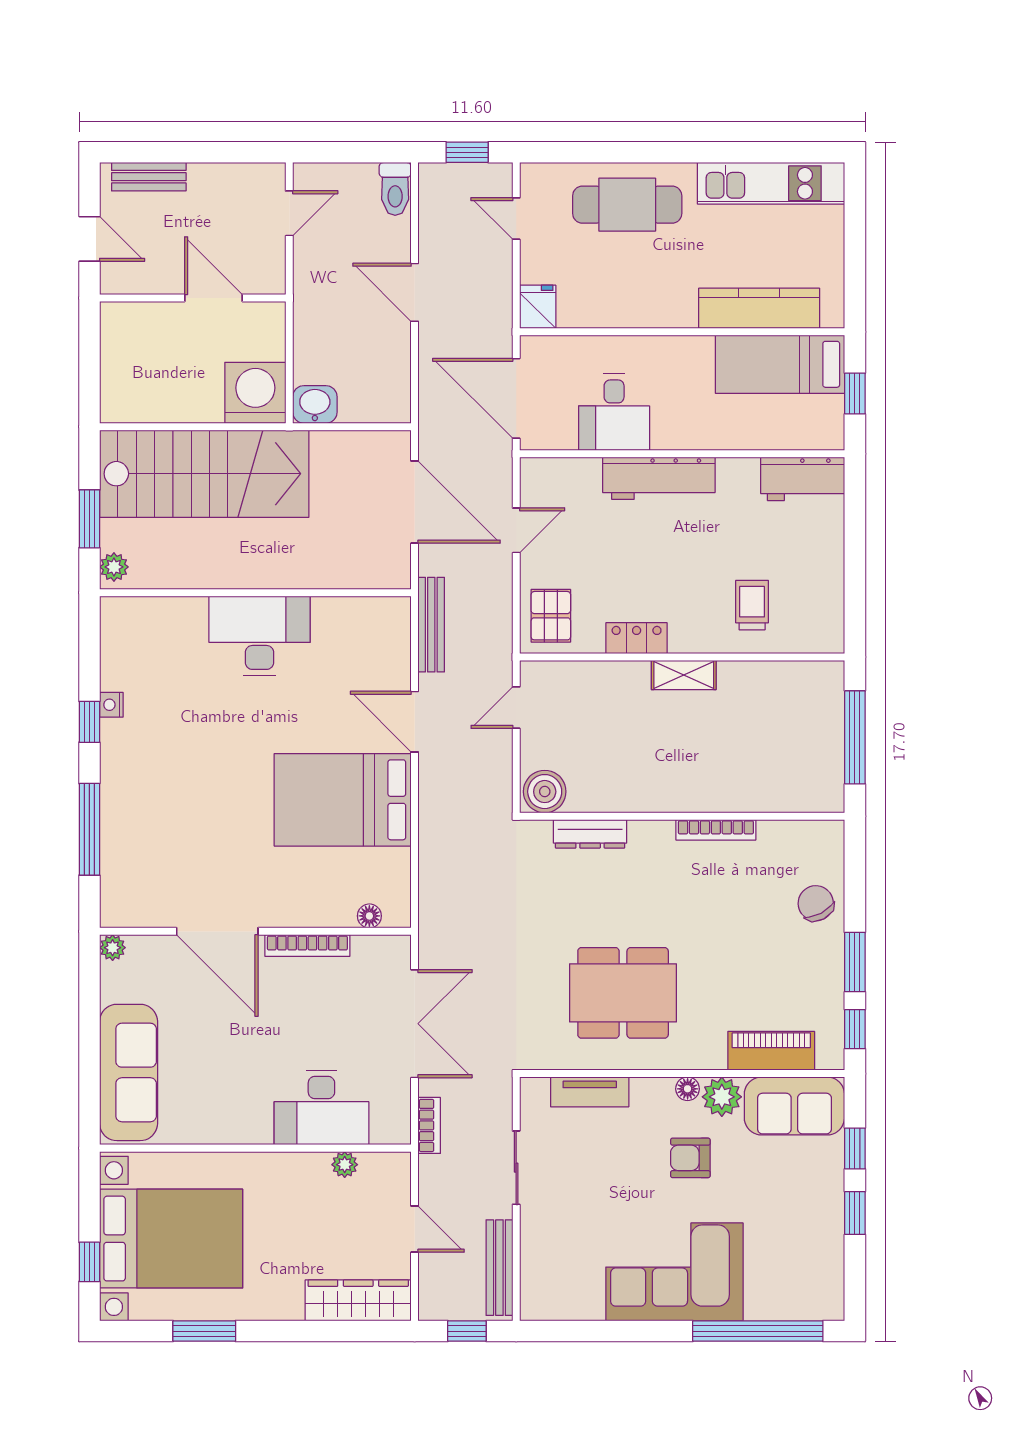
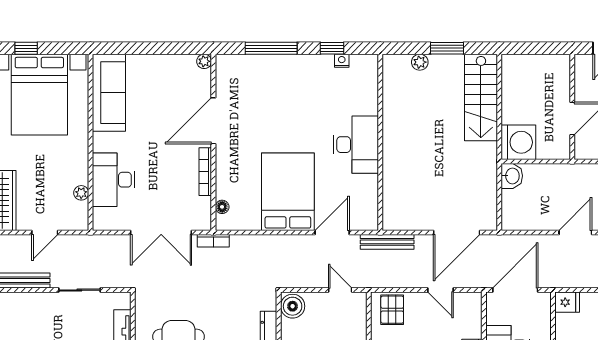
stairs: (204, 474) -> (481, 97), width x0.73, depth x0.66
wall: (255, 593) -> (380, 142), moved
pallet: (551, 616) -> (392, 310), turned 90
desk: (259, 636) -> (356, 145), moved
sofa: (129, 1072) -> (109, 93), moved, turned -90
bookcase: (429, 1125) -> (213, 241), moved

